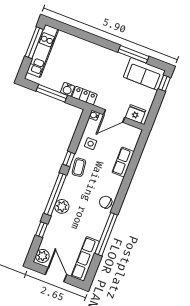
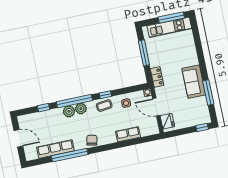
sofa: (144, 74) -> (194, 82), moved
water cooler: (68, 89) -> (154, 62), removed
plant: (42, 256) -> (81, 109), moved
row of seats: (85, 259) -> (55, 149), moved
door: (56, 275) -> (18, 138), hinge flipped

